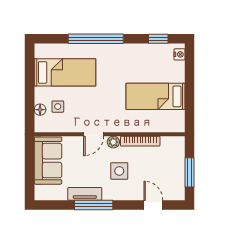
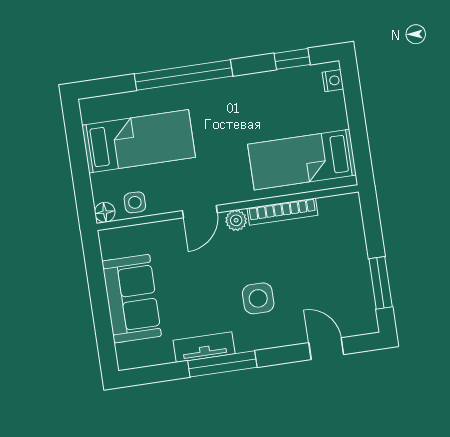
door: (94, 134) -> (200, 212), moved
wall: (110, 134) -> (228, 208), moved
bookcase: (140, 141) -> (282, 212), moved
plant: (113, 142) -> (236, 220), moved

